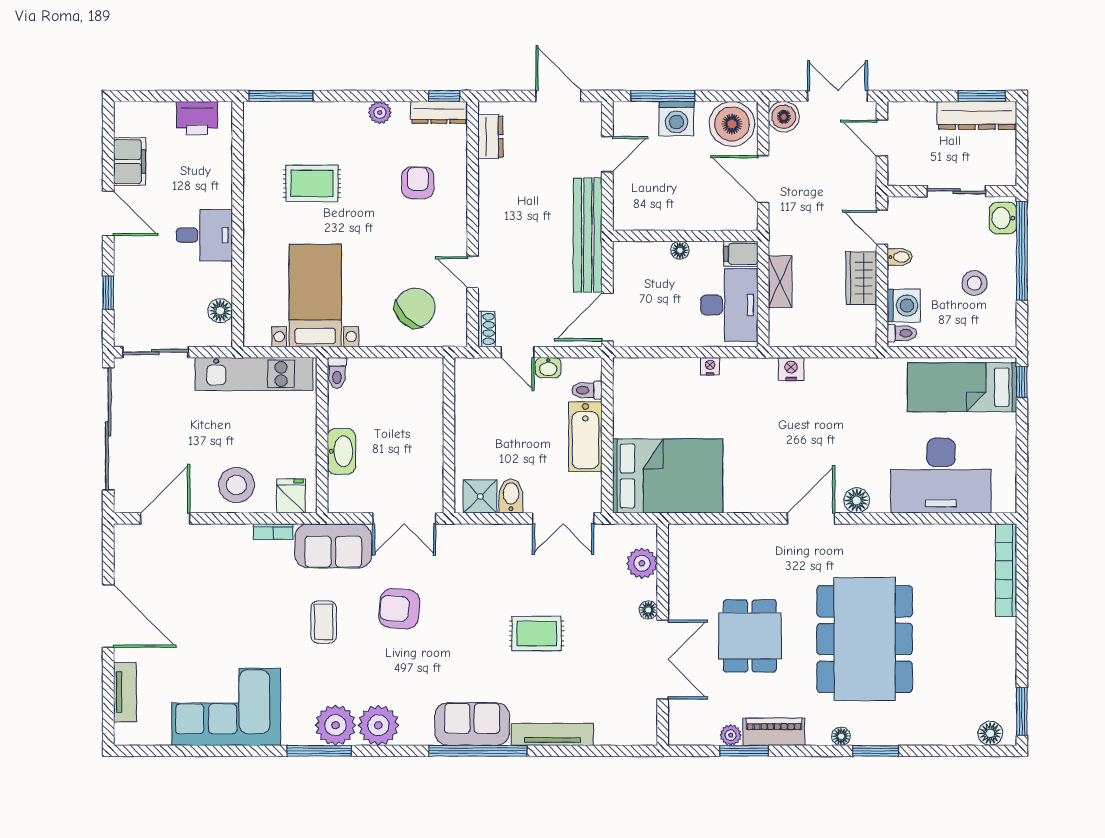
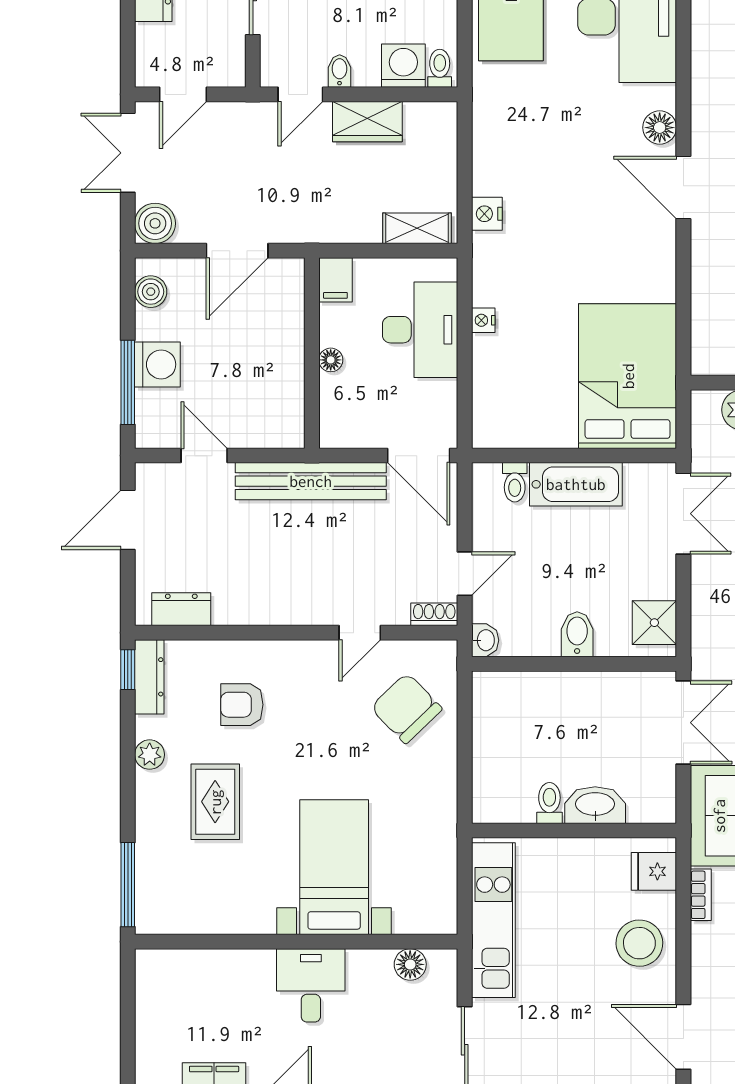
printer: (197, 118) -> (157, 995), removed
boiler: (732, 124) -> (151, 292), width x0.54, depth x0.54
rug: (312, 183) -> (215, 802), moved
shelving: (780, 282) -> (417, 228), moved
bed with nightstands: (315, 295) -> (334, 867), moved, turned 90
desk: (729, 305) -> (420, 330), moved, turned 90
washbasin: (548, 368) -> (485, 640), moved
toilet: (337, 373) -> (549, 803), moved, turned -90
bidet: (511, 496) -> (577, 634), moved, turned 90

